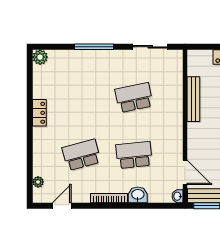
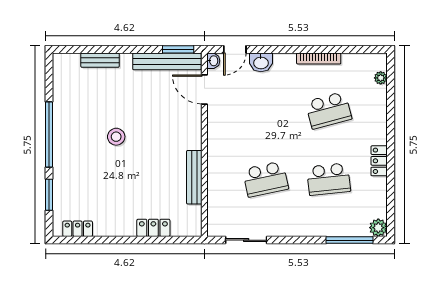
window: (94, 47) -> (350, 240), moved
school desk: (134, 155) -> (329, 179), moved
bookcase: (109, 198) -> (319, 58), moved
door: (62, 206) -> (235, 49), moved

